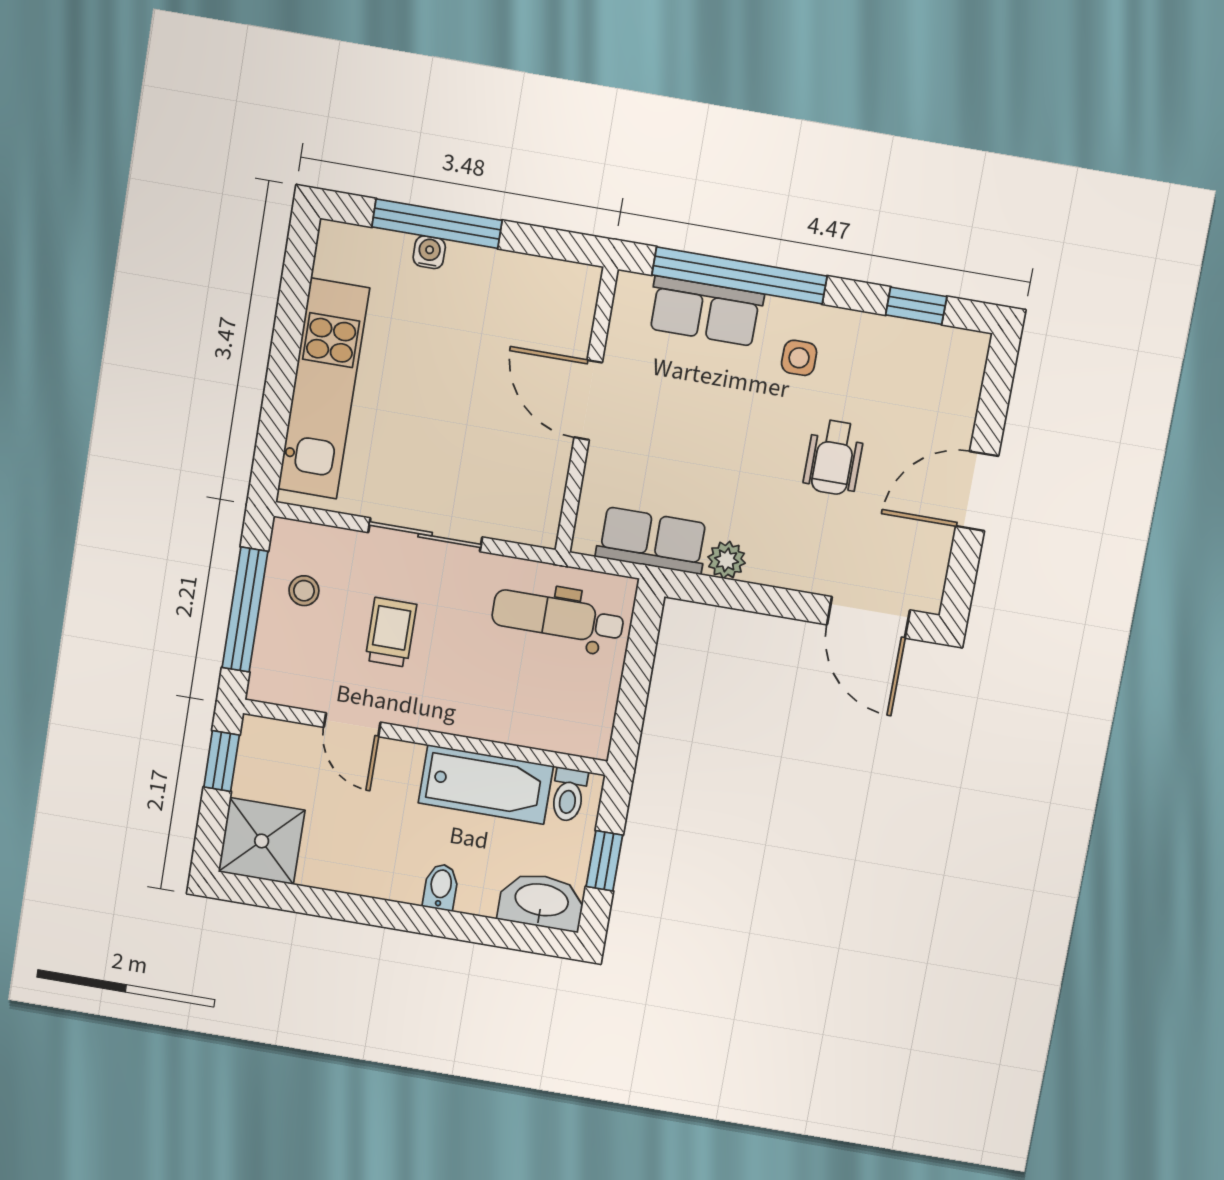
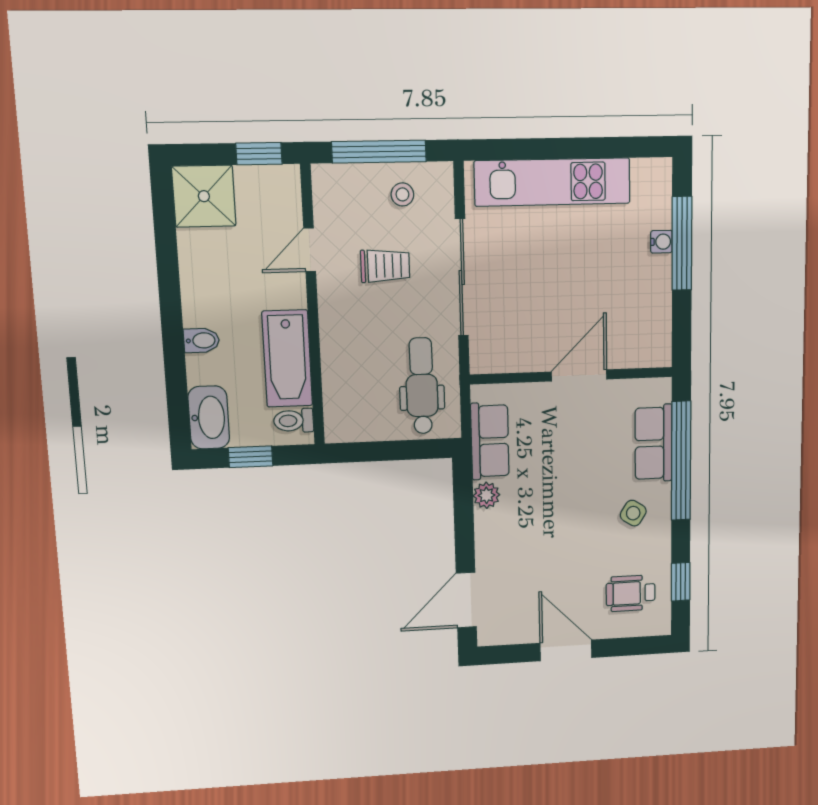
side table: (799, 358) -> (633, 513), turned 33
wheelchair: (834, 457) -> (631, 593), moved
sliding door: (425, 535) -> (462, 278), width x1.37

